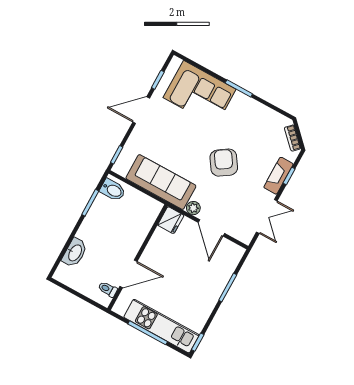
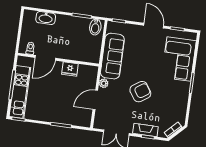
fridge: (171, 220) -> (70, 69), moved
door: (128, 274) -> (45, 58), hinge flipped

